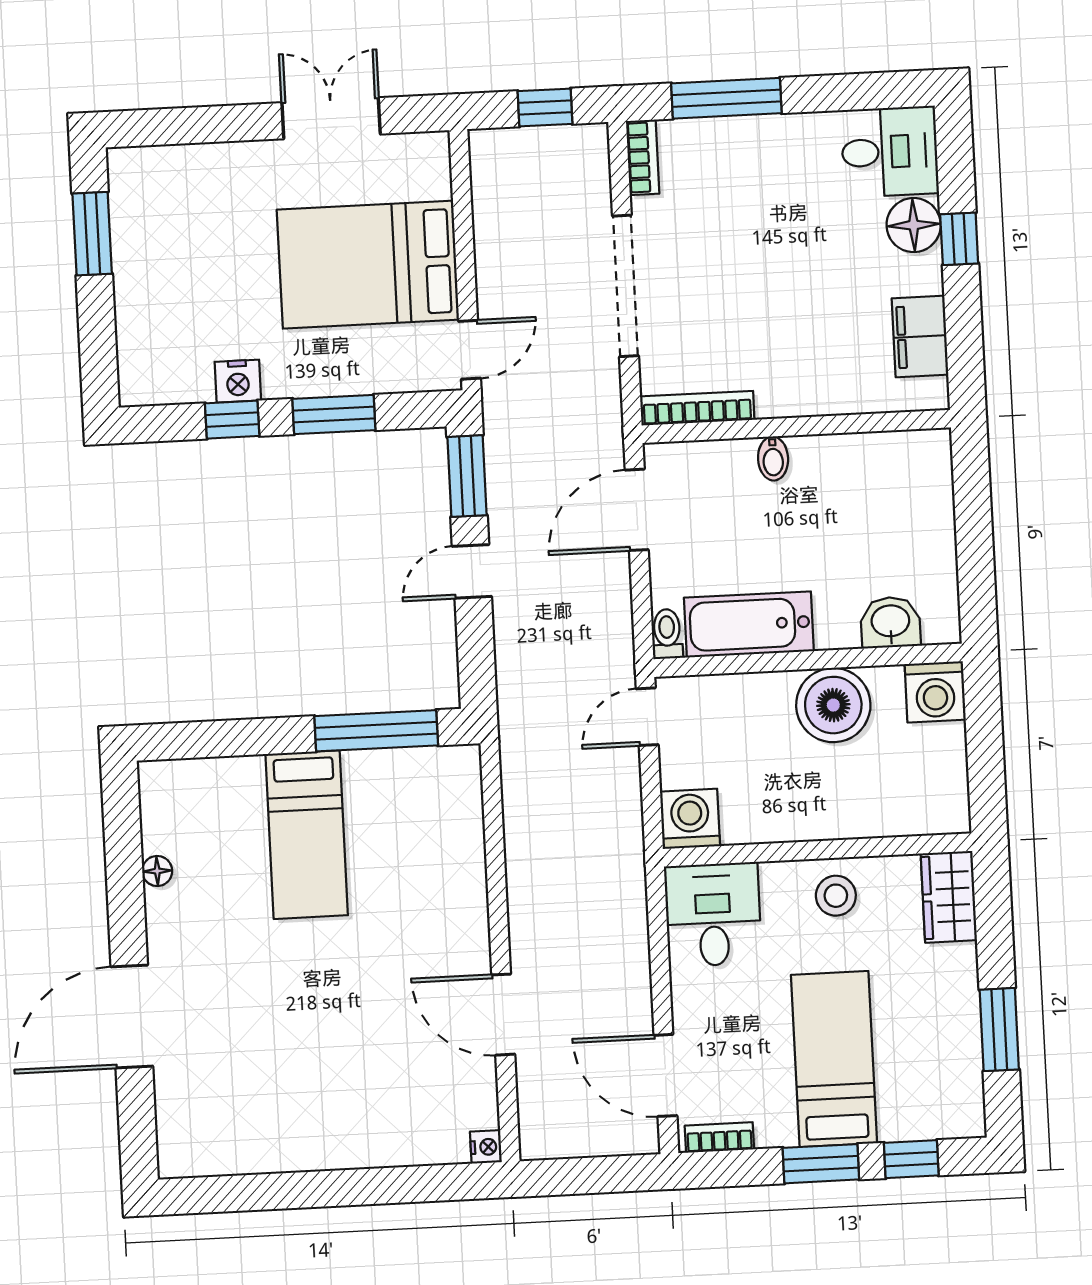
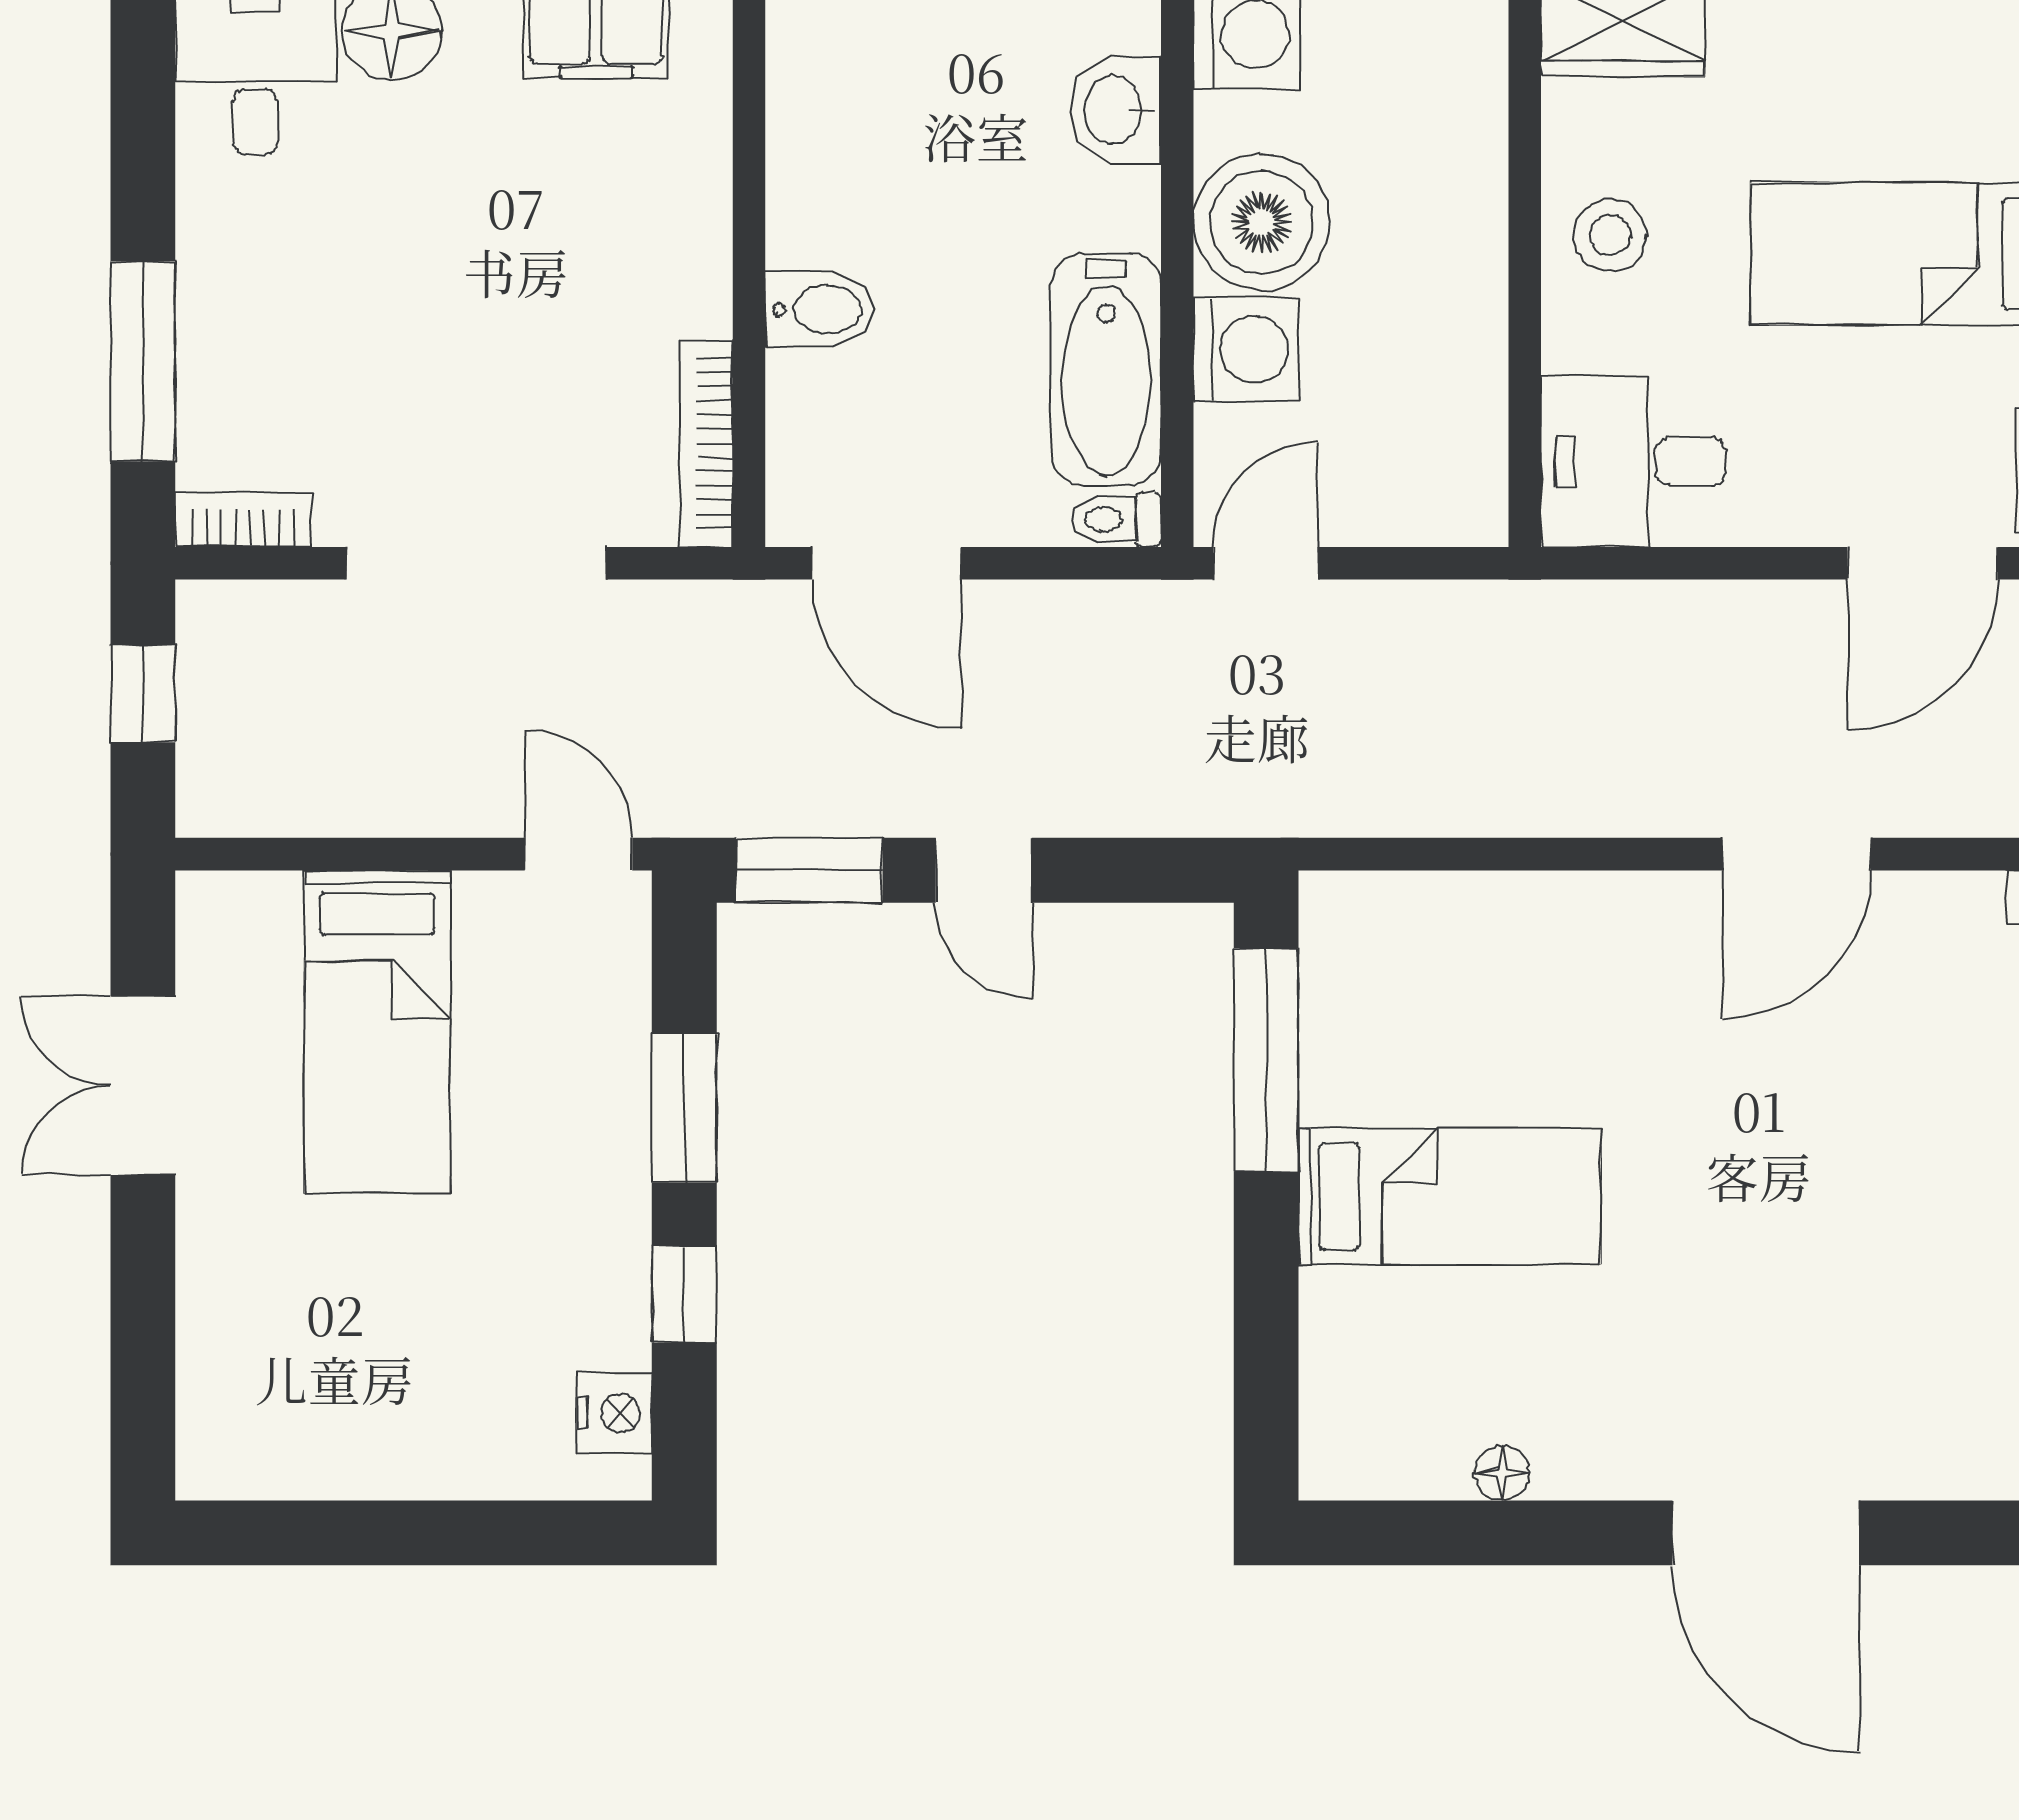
window: (92, 234) -> (331, 1533), removed
bed: (368, 265) -> (377, 1032), width x0.67
nightstand: (238, 381) -> (614, 1413), moved
bidet: (773, 459) -> (820, 309), width x1.38, depth x1.36
door: (647, 717) -> (1266, 563), swing flipped
washing machine: (690, 819) -> (1246, 349), moved, turned 180

